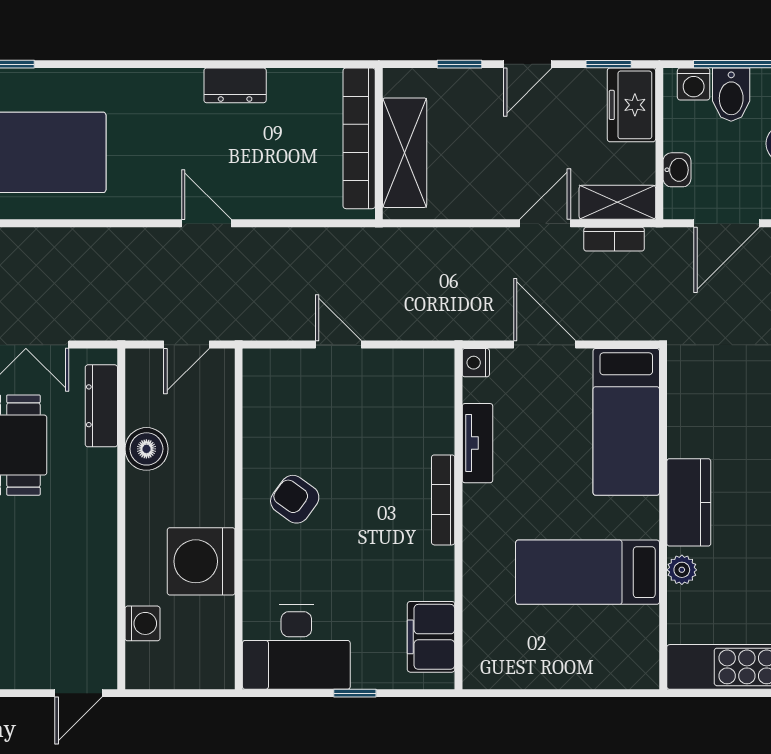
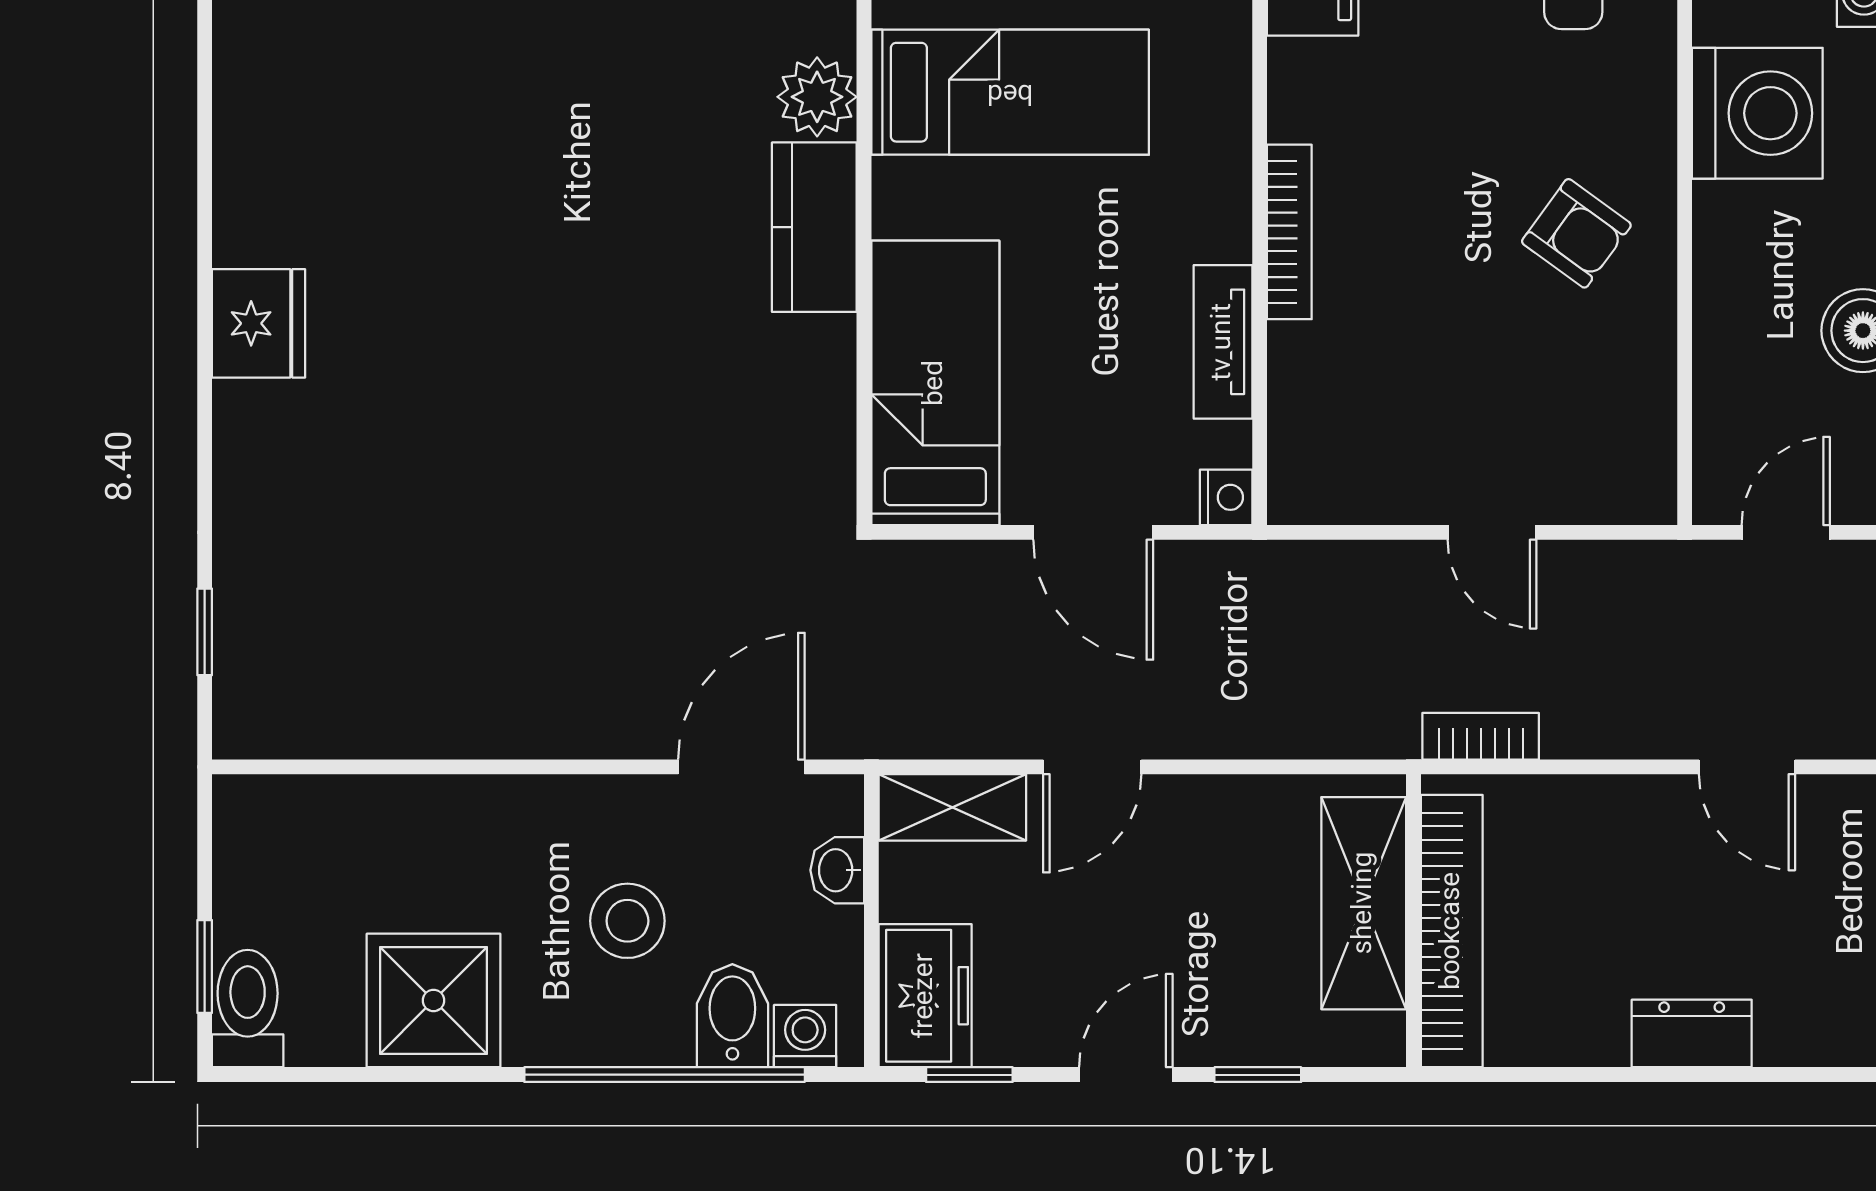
bookcase: (614, 239) -> (1481, 736), moved
plant: (682, 570) -> (817, 97), width x1.38, depth x1.38

